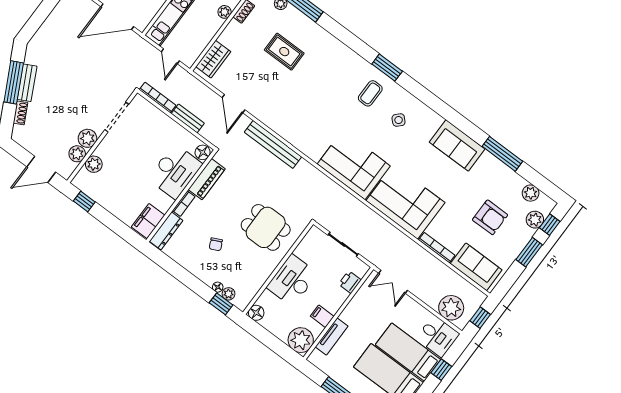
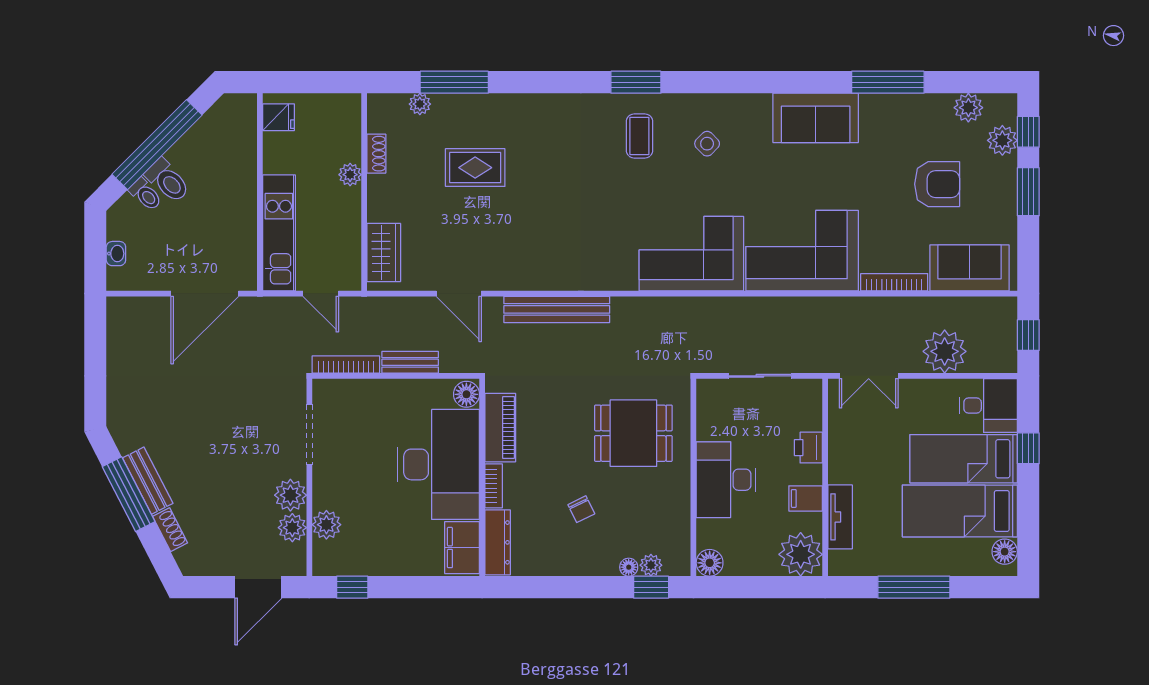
desk: (175, 171) -> (438, 464), width x1.36, depth x1.30
printer: (350, 282) -> (808, 448), moved
plant: (451, 308) -> (945, 351), moved

